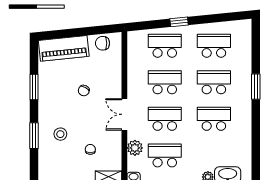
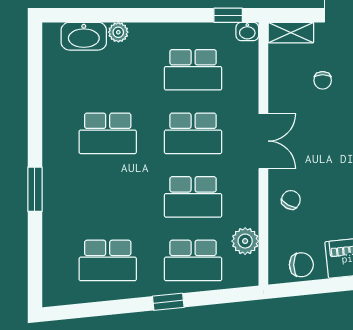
school desk: (214, 82) -> (108, 197), removed
chair: (84, 91) -> (291, 200), moved
plant: (135, 148) -> (245, 241), moved

